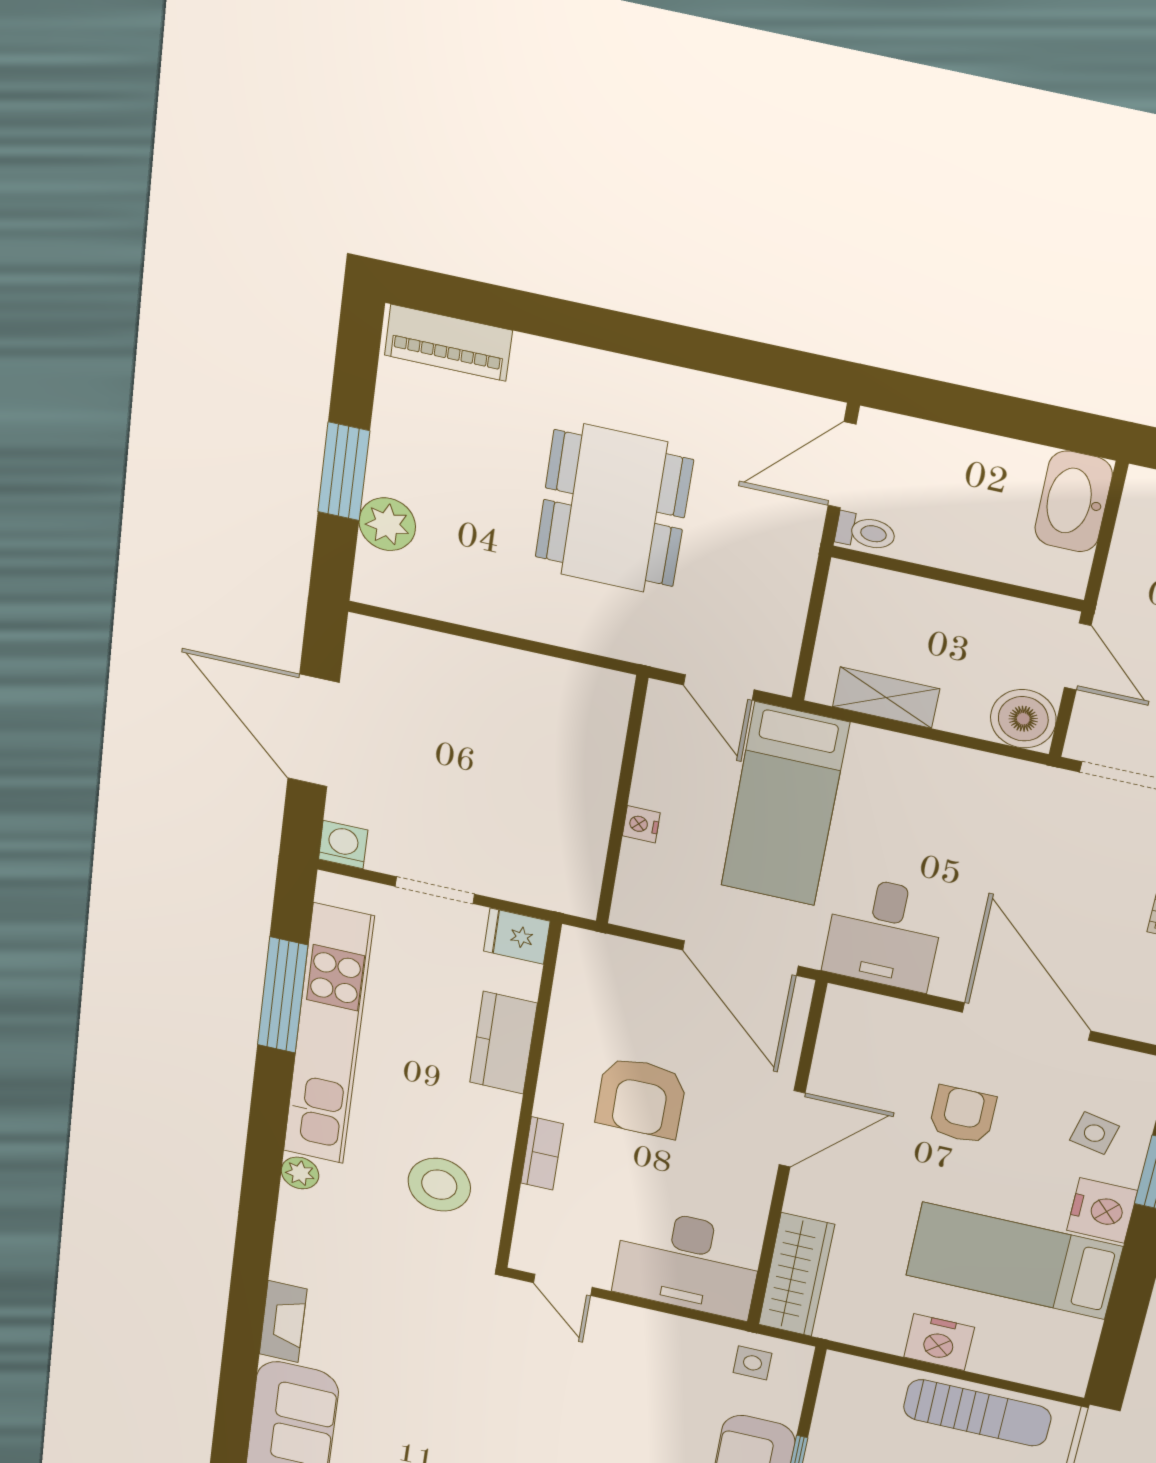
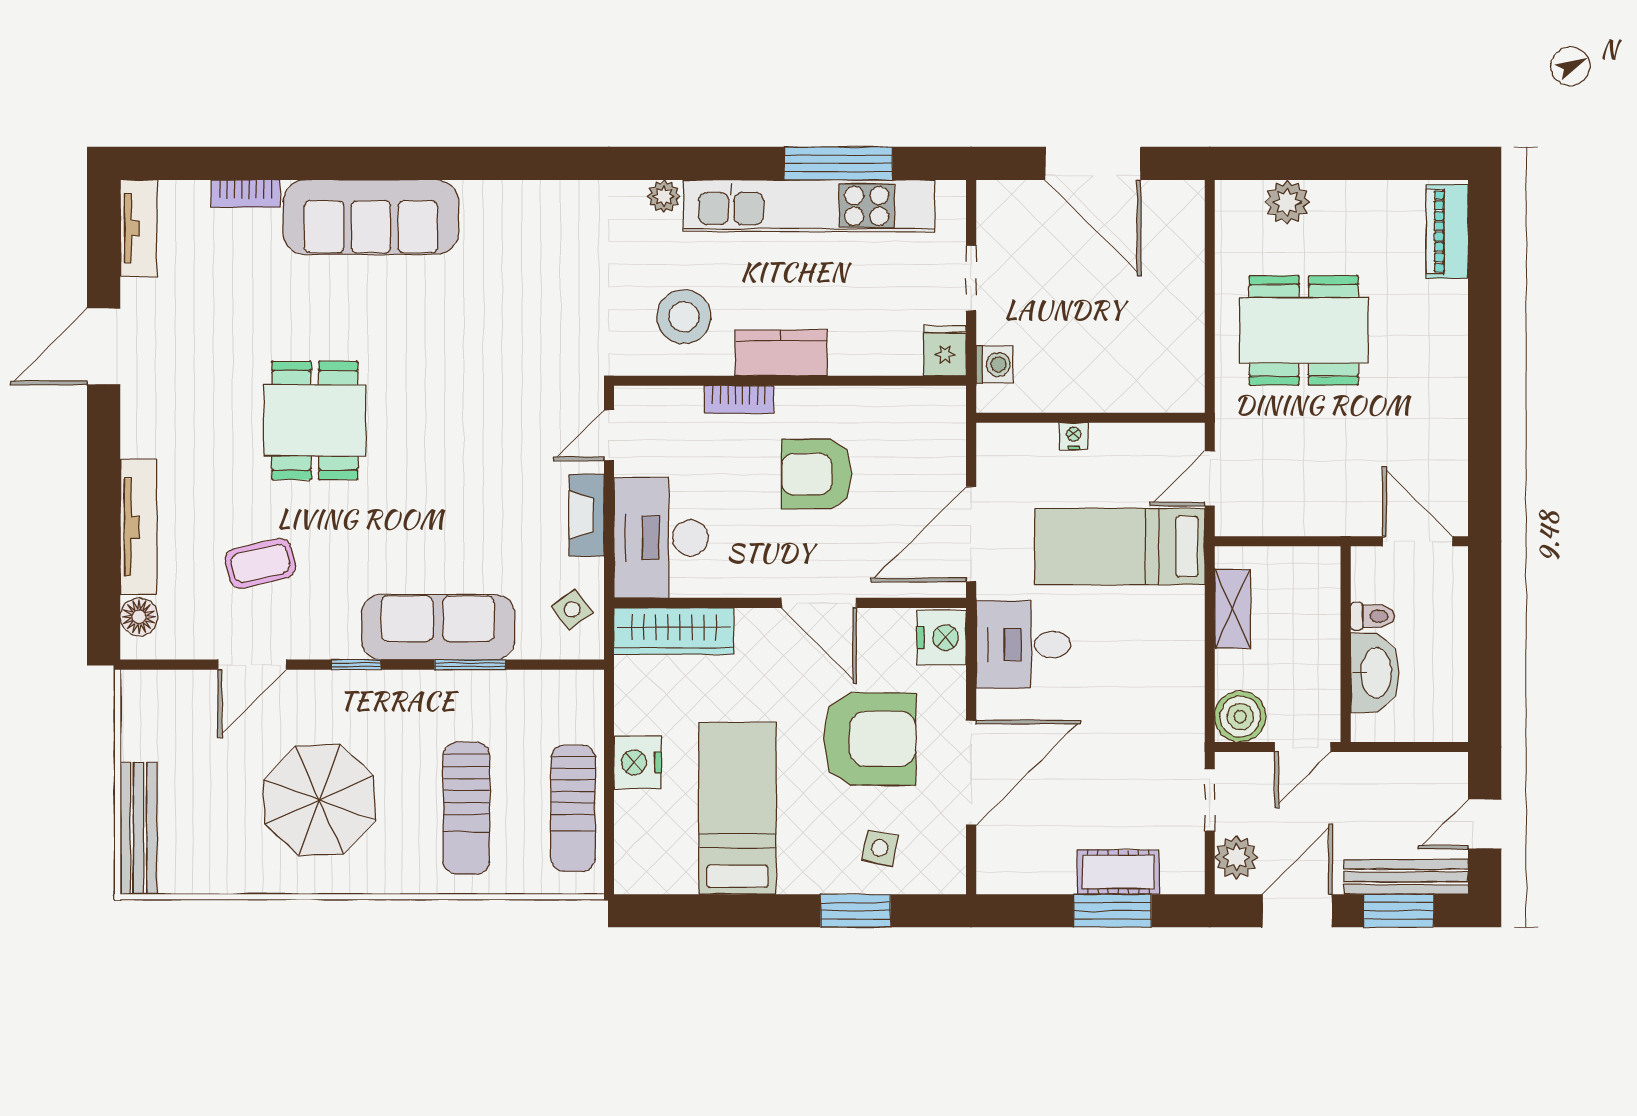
window: (344, 471) -> (1324, 163), removed
washbasin: (1073, 502) -> (1375, 673), moved, turned 90
dining table: (614, 509) -> (1304, 330), moved
toilet: (866, 532) -> (1373, 616), moved, turned -90
door: (313, 731) -> (1093, 163), swing flipped
washing machine: (343, 845) -> (995, 364), moved
kitchen counter: (503, 1043) -> (781, 353), moved
armchair: (963, 1115) -> (870, 739), width x1.88, depth x1.88
nightstand: (1102, 1211) -> (942, 638), moved, turned -90
fireplace: (283, 1322) -> (587, 515), moved, turned 90
side table: (752, 1363) -> (572, 609), turned -36

